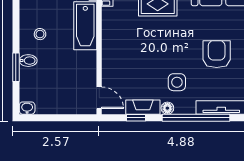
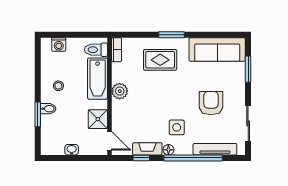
plant: (111, 40) -> (120, 91), added
shower: (86, 73) -> (98, 119), added
washbasin: (27, 108) -> (72, 150), moved

